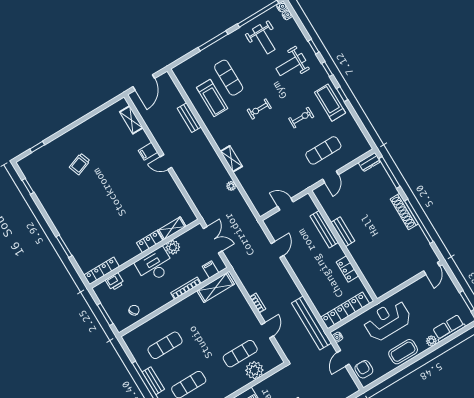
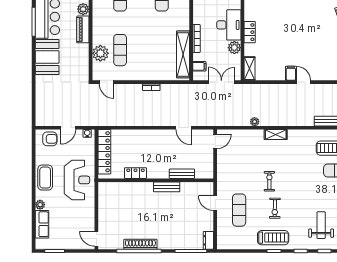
exercise bike: (259, 109) -> (269, 181), moved
filing cabinet: (148, 151) -> (291, 73), moved
door: (166, 162) -> (304, 82), hinge flipped
door: (285, 204) -> (215, 141), moved
shoe rack: (404, 211) -> (140, 244), moved
shelving: (172, 228) -> (250, 69), moved
bench: (324, 229) -> (182, 174), width x0.73
double door: (213, 240) -> (221, 82), swing flipped
shelving: (216, 287) -> (183, 54), width x1.47
bench: (312, 323) -> (110, 120), removed
door: (267, 330) -> (107, 82), moved
door: (343, 358) -> (68, 128), swing flipped

